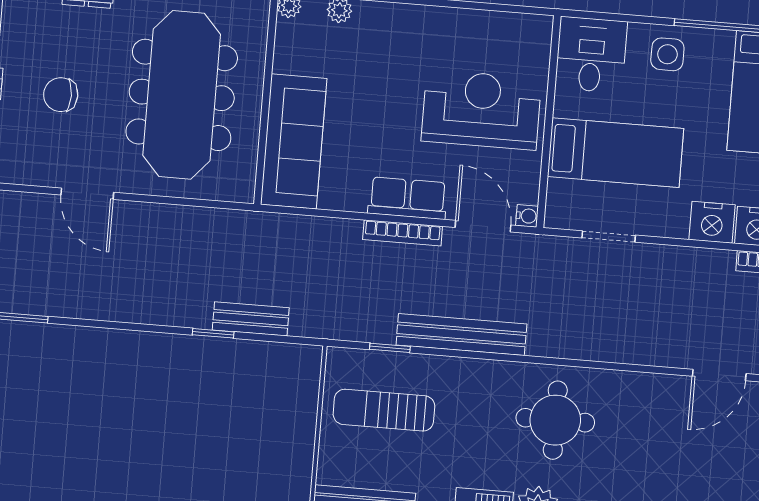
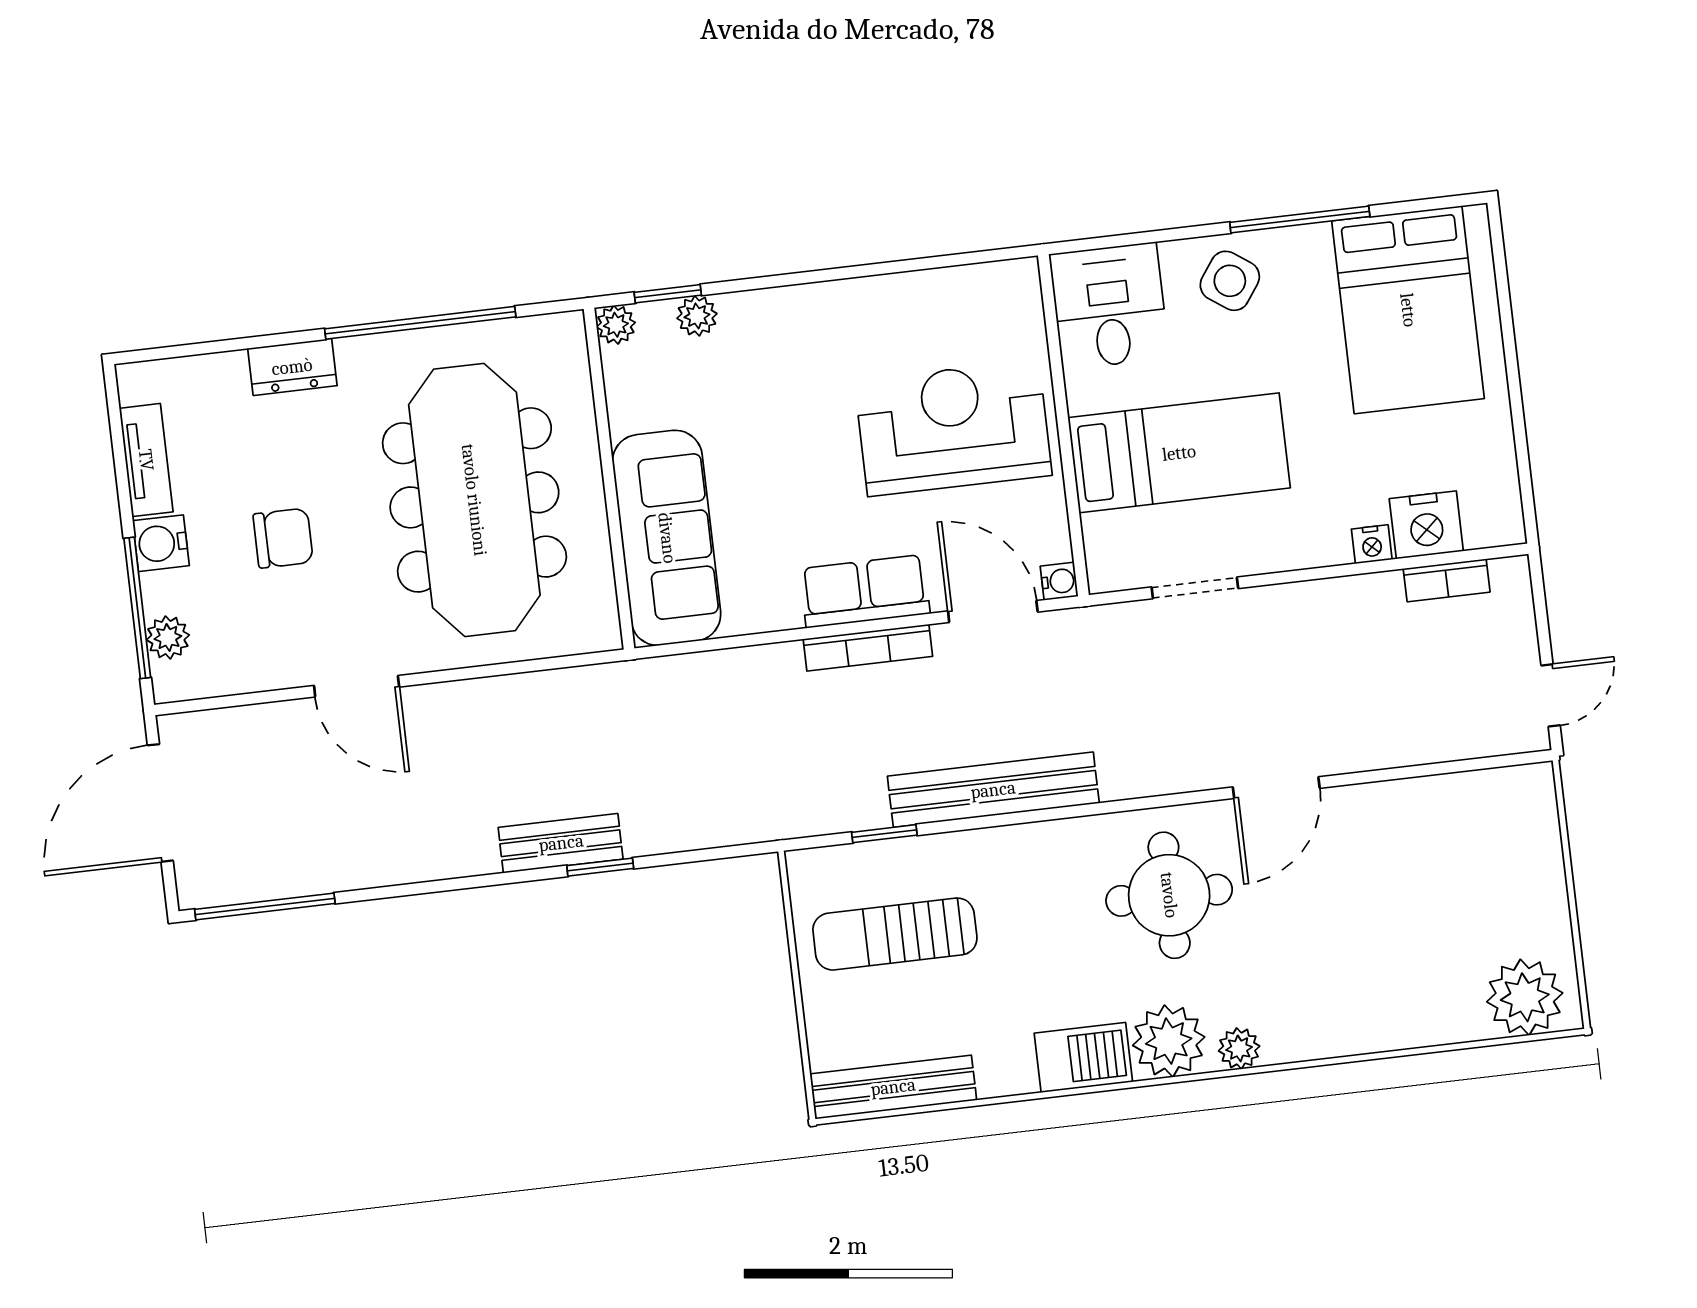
side table: (667, 54) -> (1230, 281), turned 35
chair: (61, 95) -> (283, 538), turned 180
nightstand: (712, 222) -> (1372, 544), width x0.53, depth x0.56
bench: (251, 319) -> (561, 843), moved
door: (719, 375) -> (1276, 788), moved

